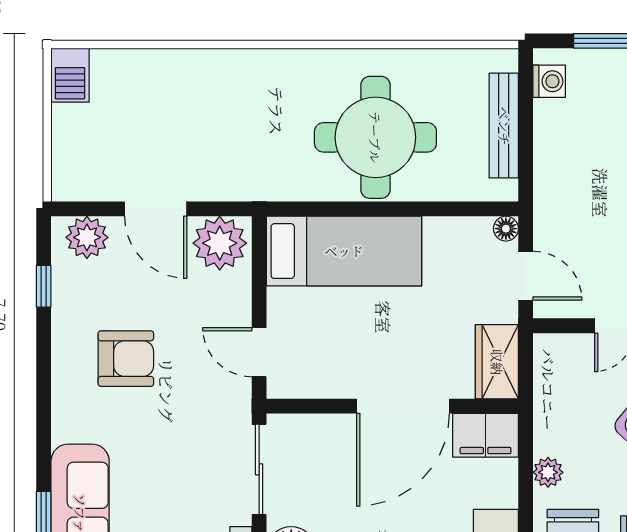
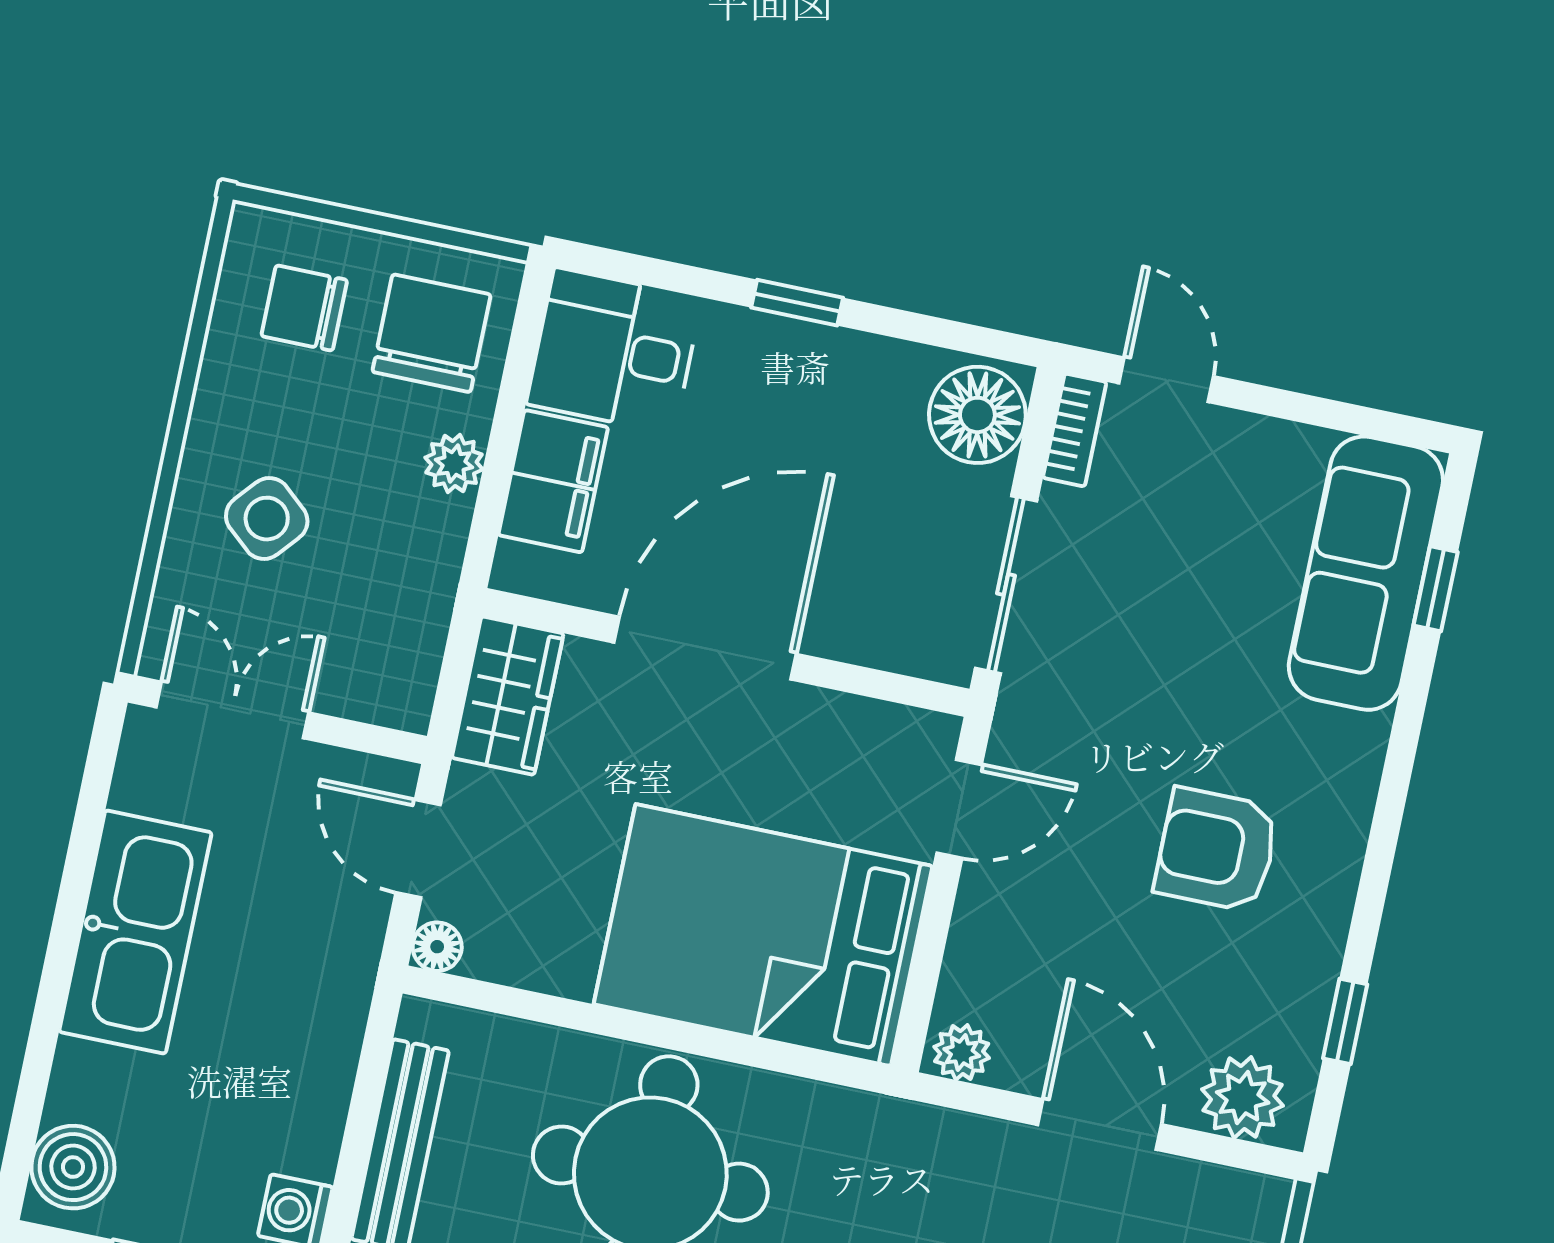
plant: (220, 243) -> (962, 1052), width x0.53, depth x0.53
bed: (344, 251) -> (763, 935), width x1.50
door: (259, 352) -> (959, 809), hinge flipped
filing cabinet: (486, 435) -> (553, 481), moved, turned 90

